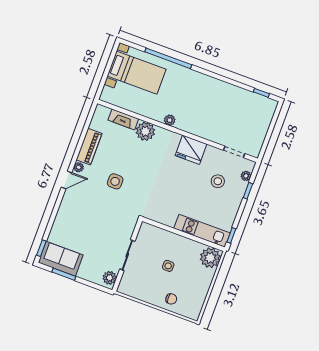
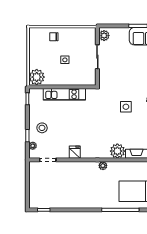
fridge: (191, 150) -> (75, 152), width x0.53, depth x0.75
stool: (218, 181) -> (42, 128), moved
kitchen unit: (202, 231) -> (64, 94), moved

